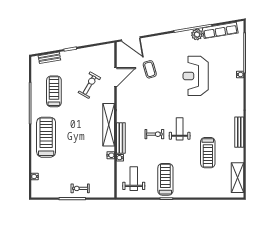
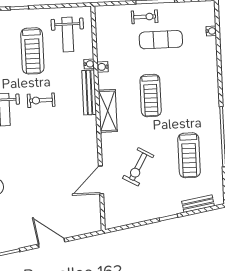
door: (131, 39) -> (52, 243), moved
coffee table: (150, 69) -> (52, 194), removed
shelving: (109, 125) -> (108, 111), width x0.68
treadmill: (46, 137) -> (151, 95), moved, width x0.73, depth x0.73
exercise mat: (70, 172) -> (161, 40), added
treadmill: (165, 179) -> (32, 51), moved

